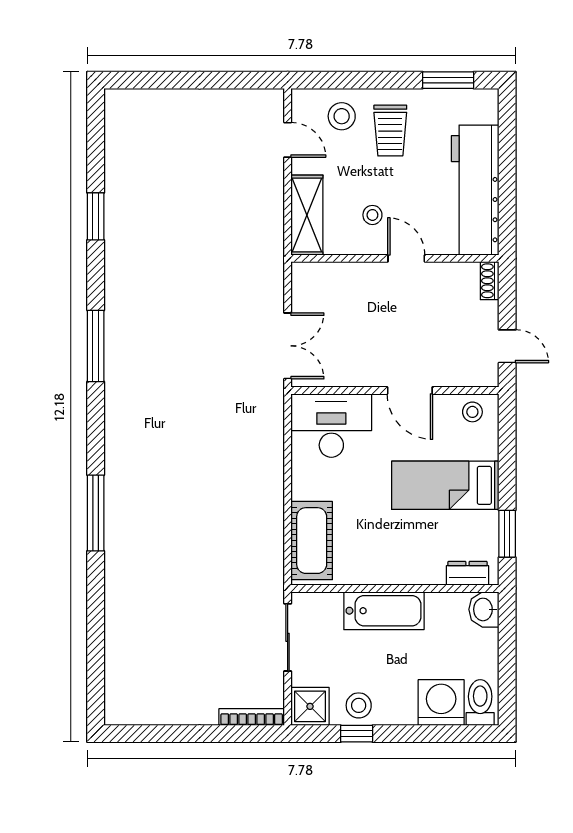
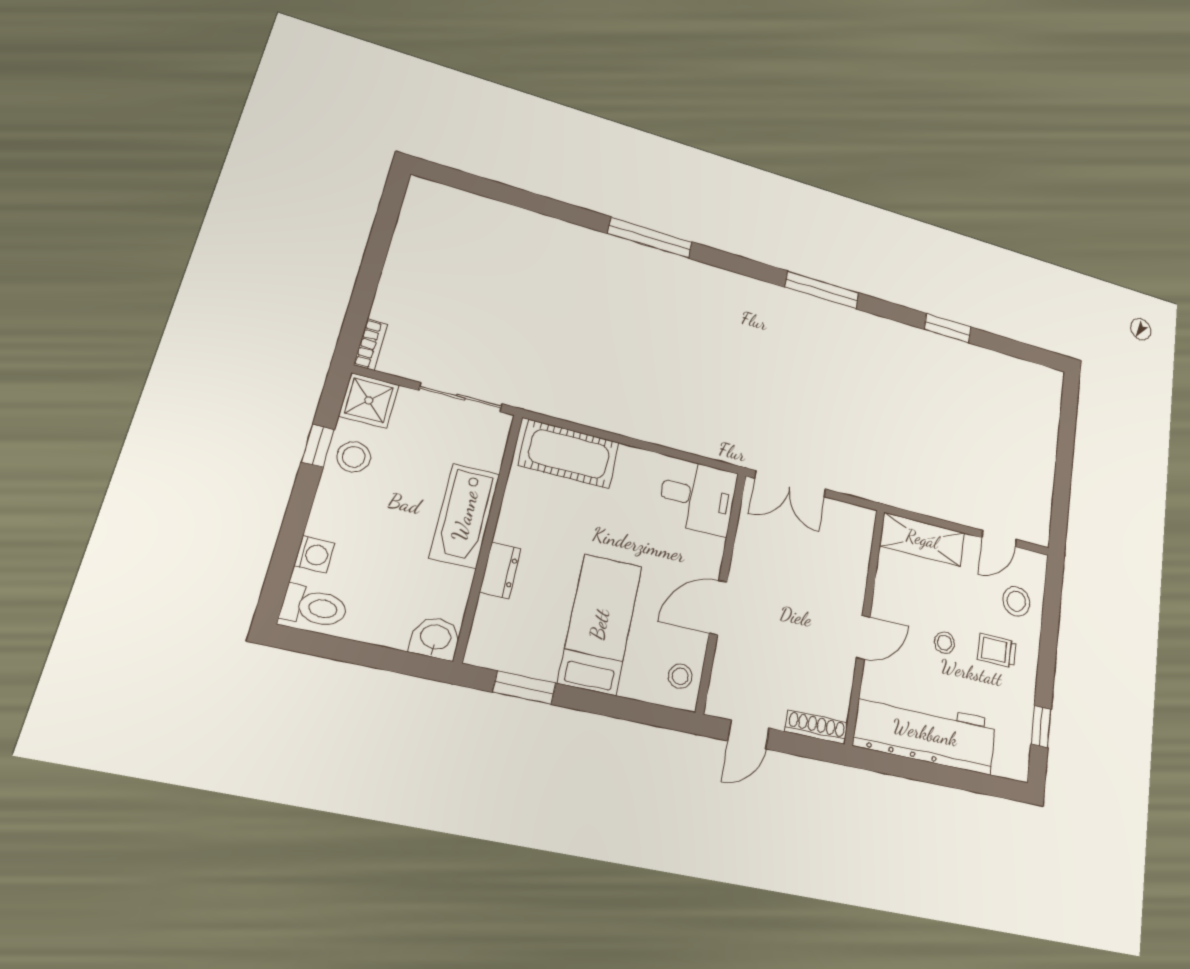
window: (448, 80) -> (1041, 727), width x0.67
trolley: (390, 131) -> (997, 651), width x0.73, depth x0.72
stool: (372, 215) -> (944, 643), moved
shoe rack: (490, 281) -> (816, 727), width x1.43
desk: (331, 426) -> (698, 497), width x0.73
dresser: (468, 573) -> (500, 570), moved
washing machine: (441, 703) -> (314, 554), width x0.53, depth x0.53
bookcase: (252, 717) -> (371, 345), width x0.64

